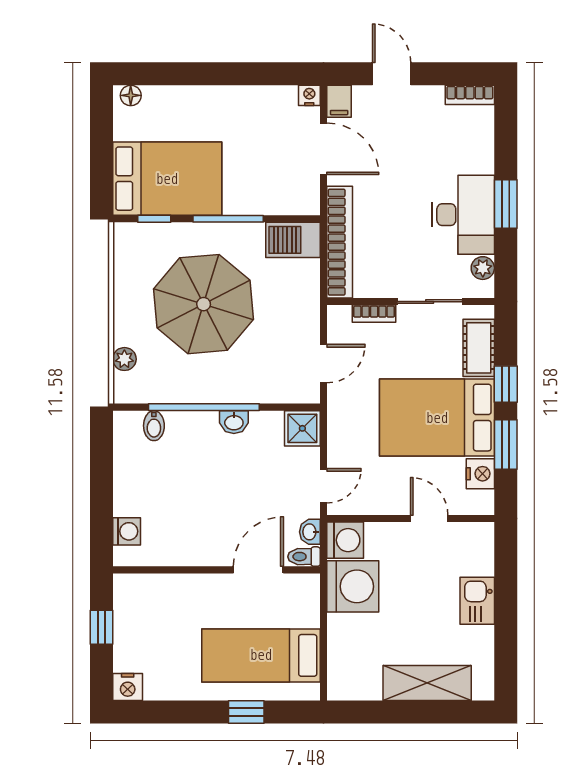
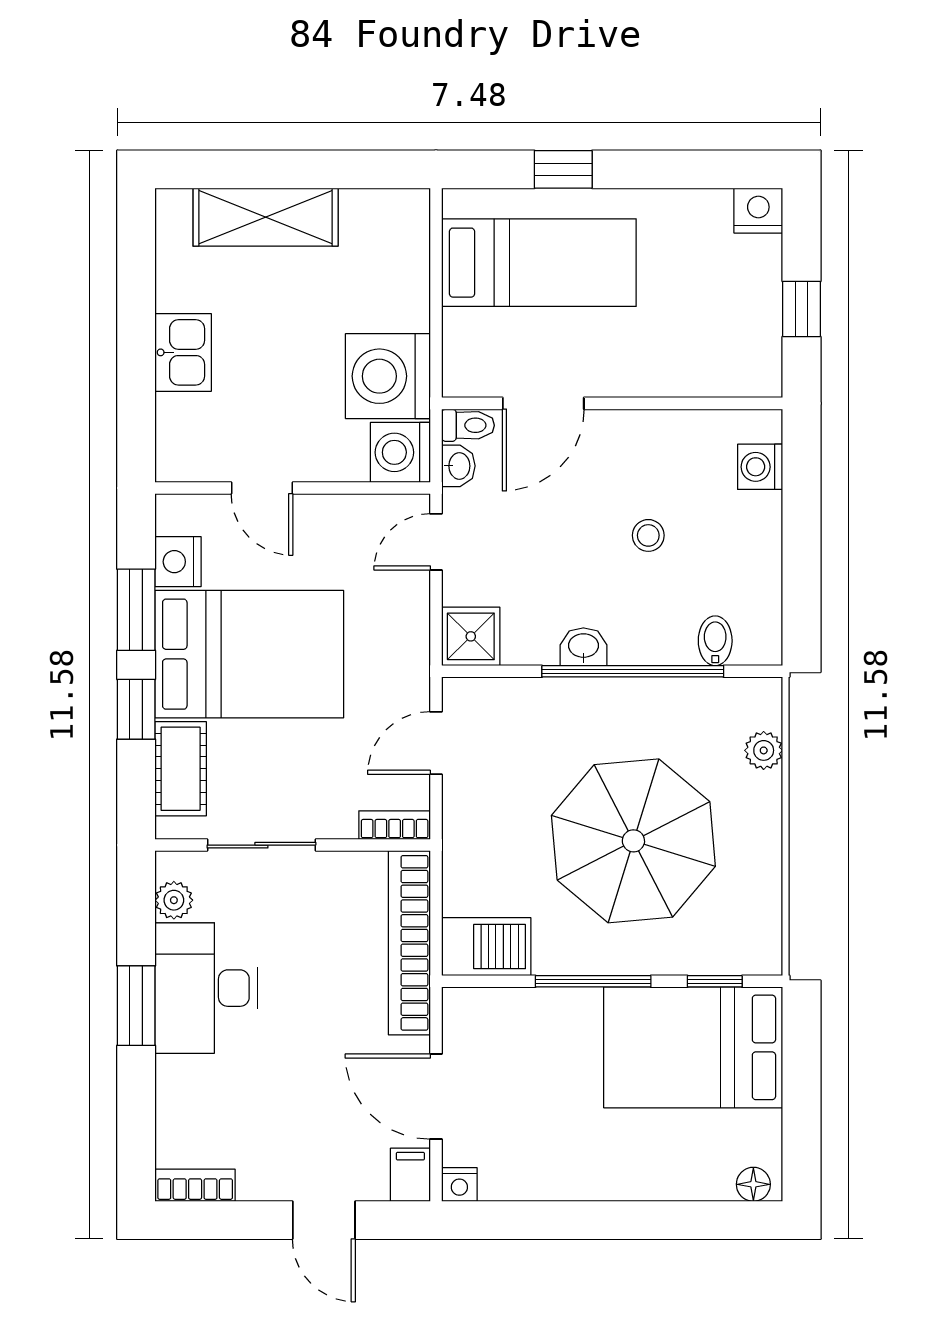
bookcase: (374, 314) -> (395, 825), moved
stool: (195, 490) -> (648, 535), added

